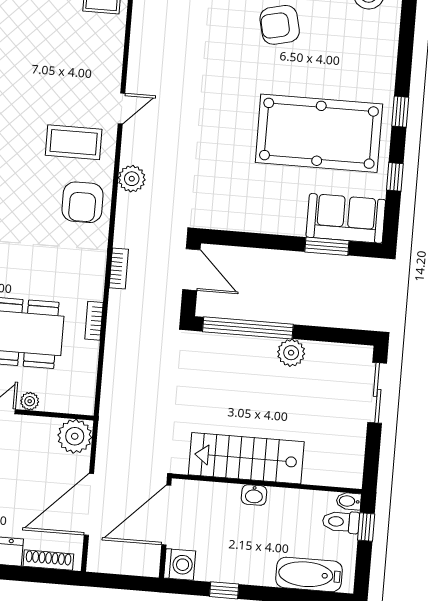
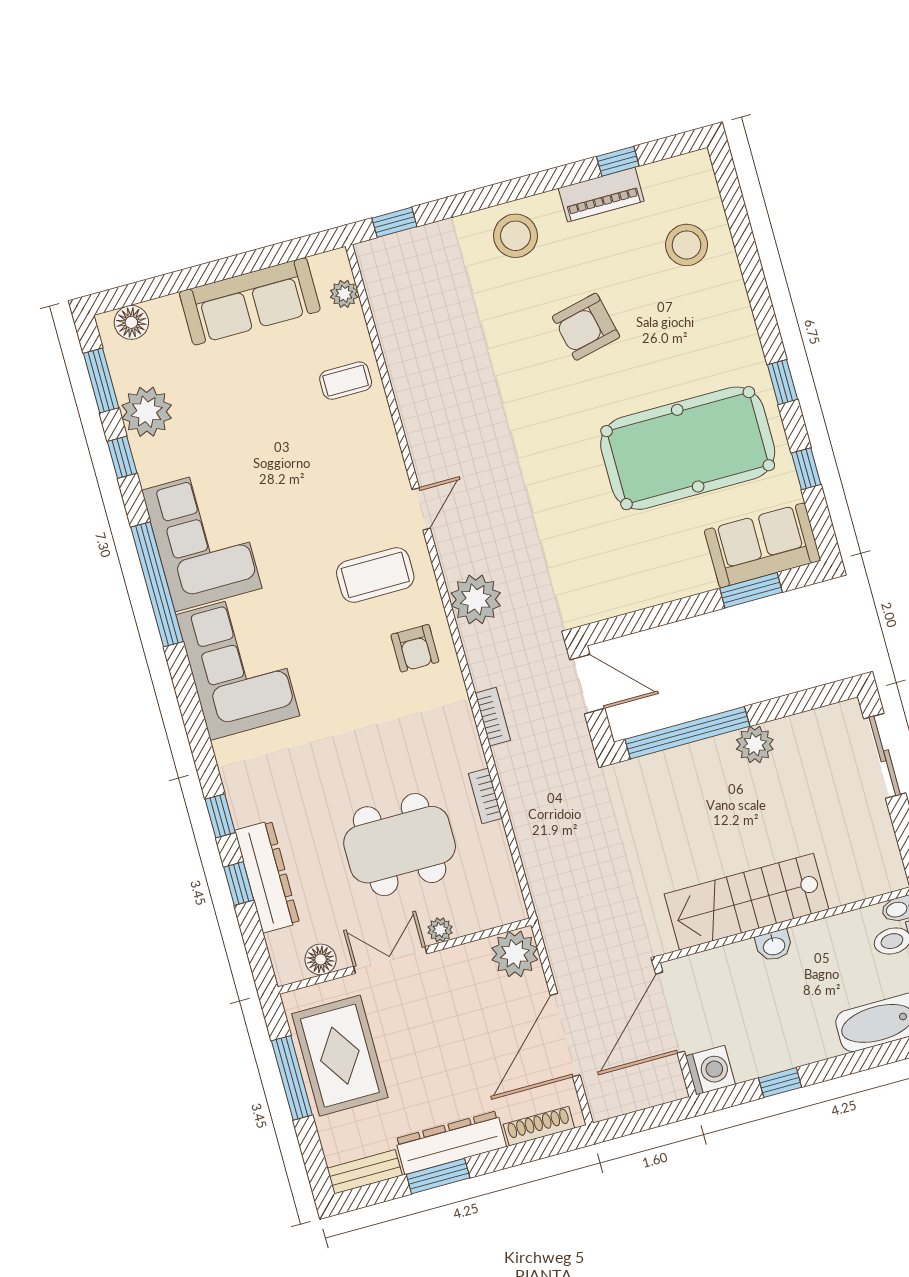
plant: (132, 179) -> (476, 599), width x1.36, depth x1.36
armchair: (83, 202) -> (415, 648), width x0.72, depth x0.72

